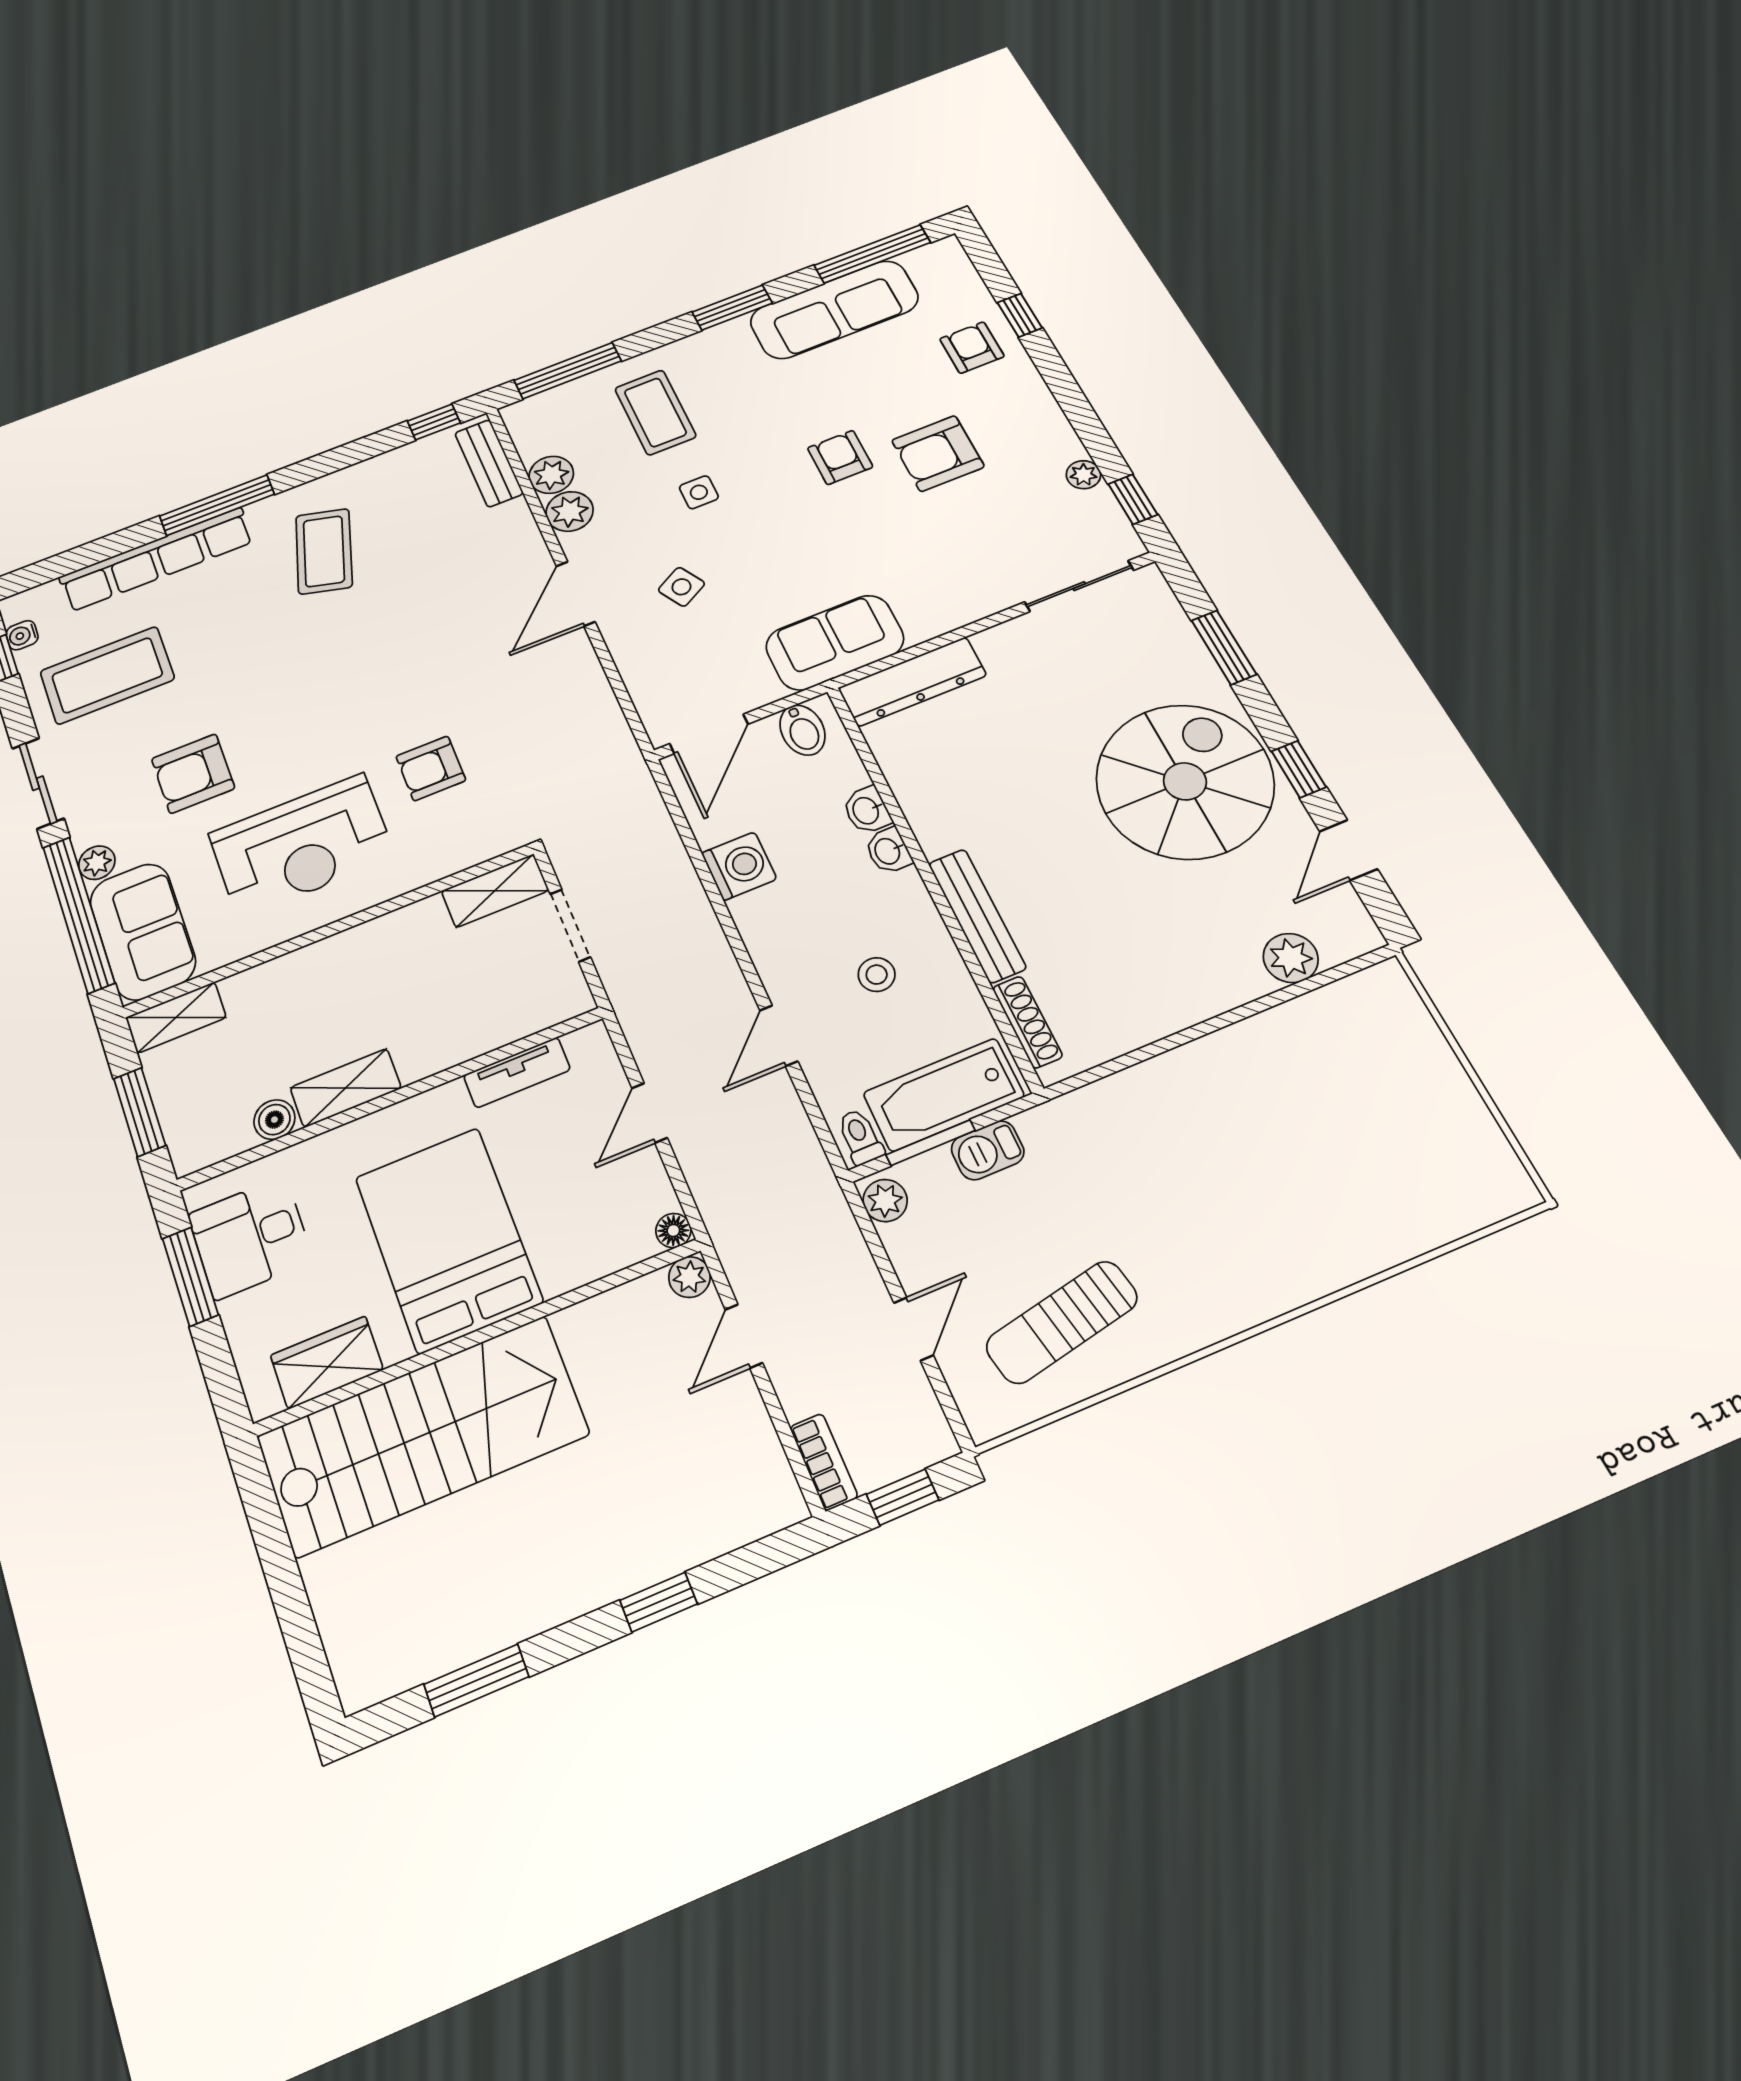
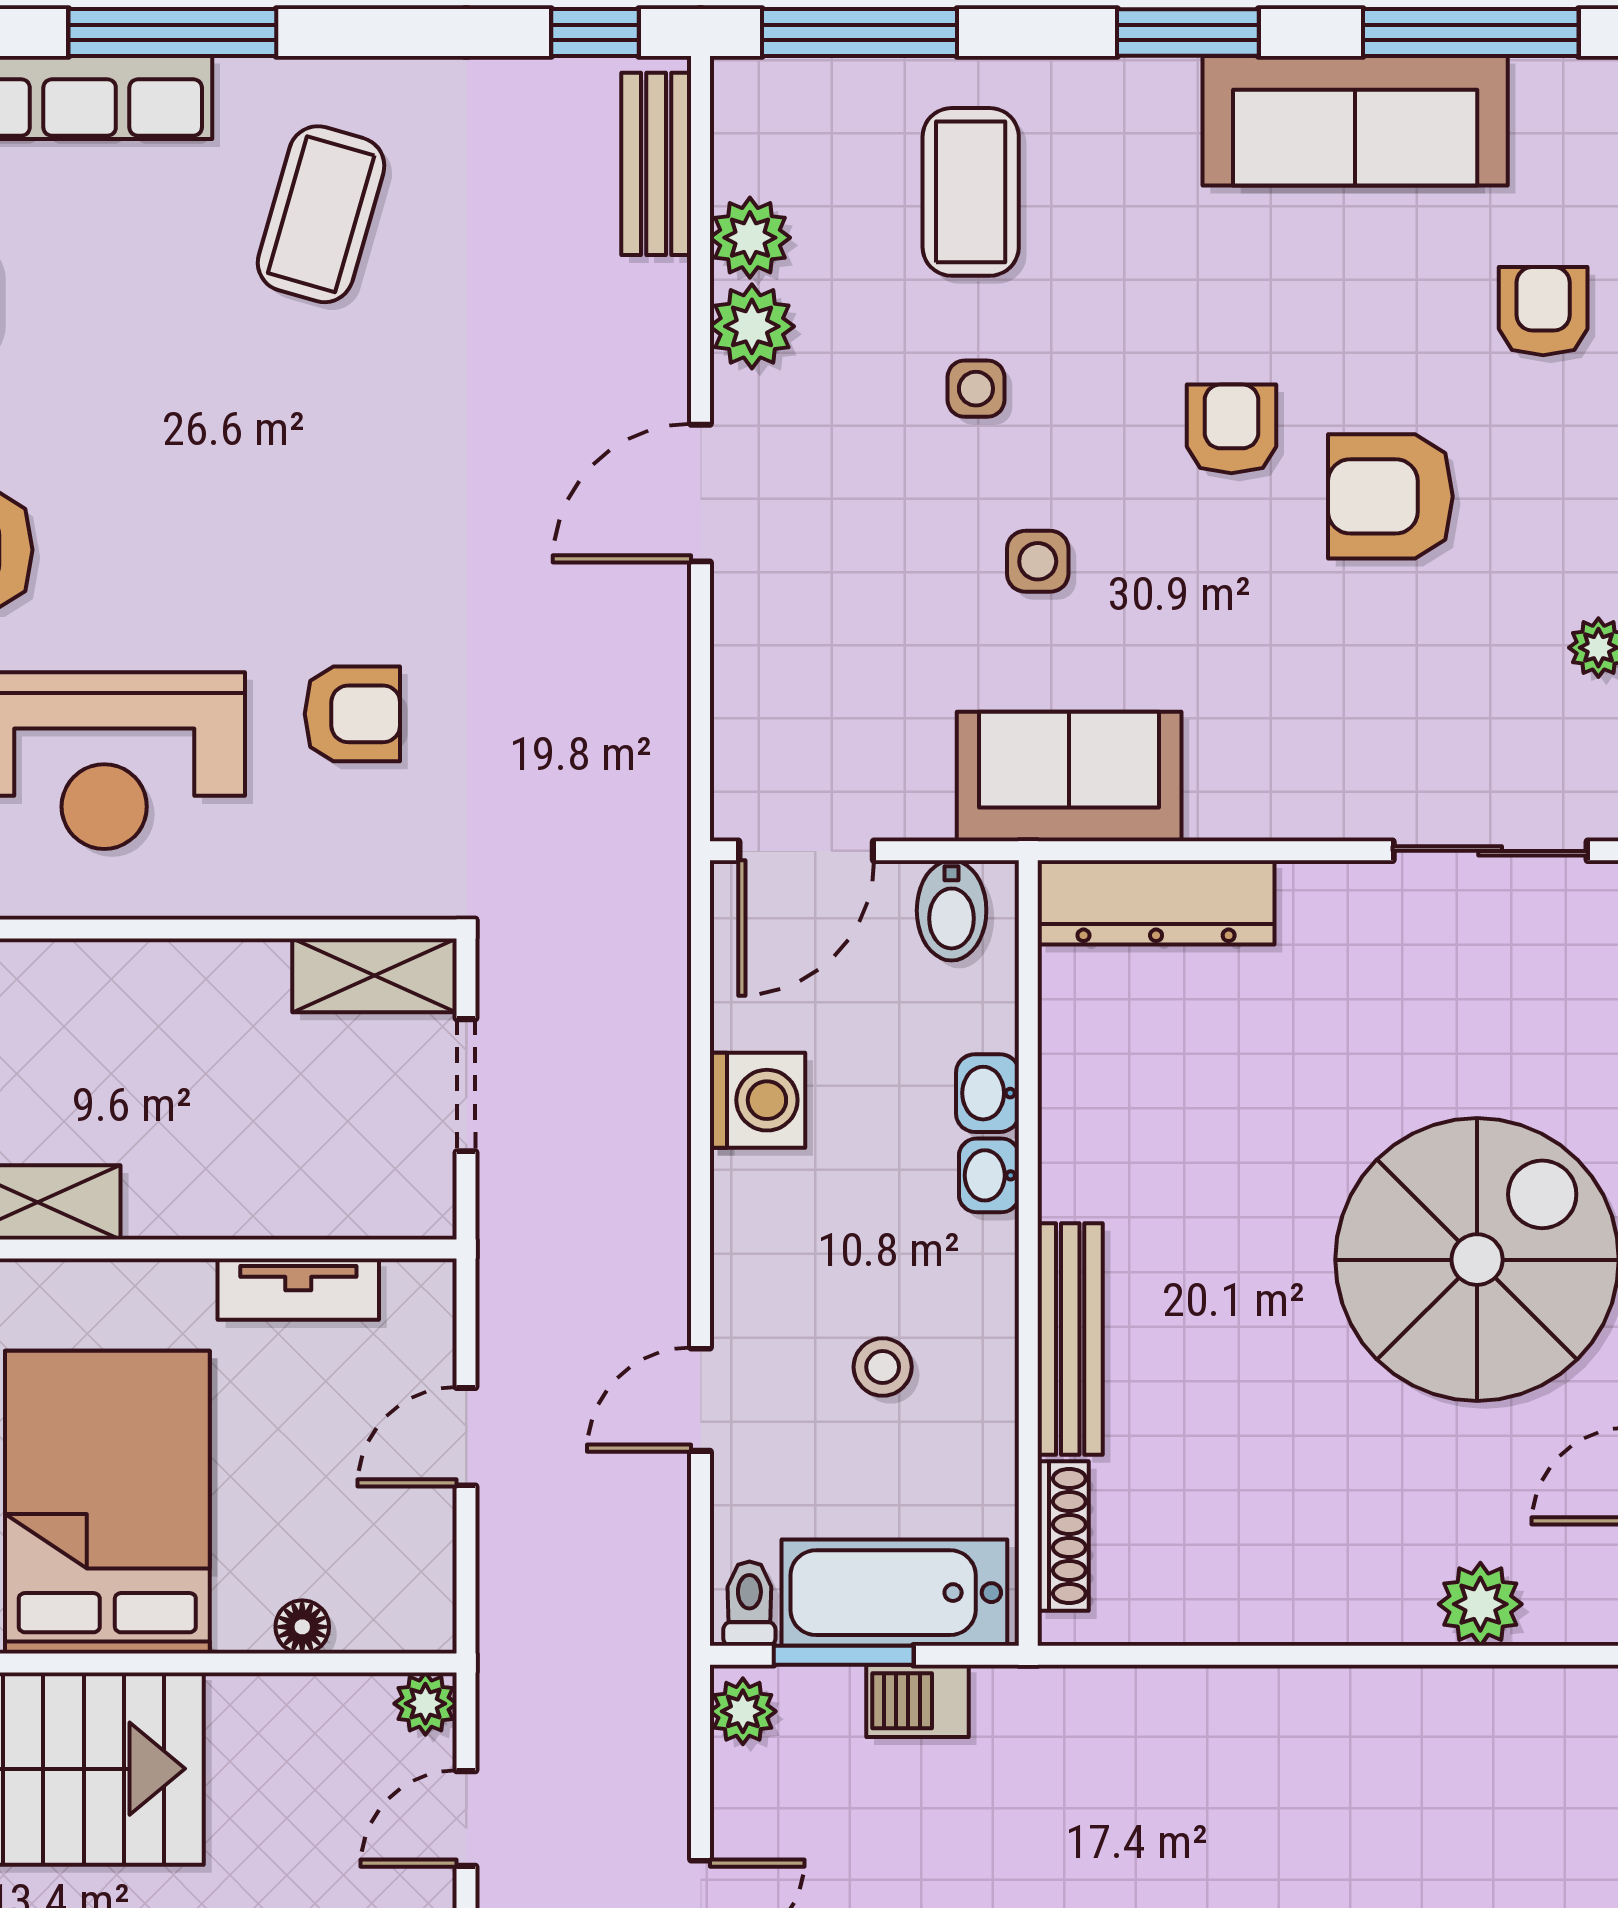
side table: (681, 587) -> (1038, 561), moved, turned 30
armchair: (431, 768) -> (352, 714), turned 180
floor lamp: (673, 1231) -> (302, 1627), moved

